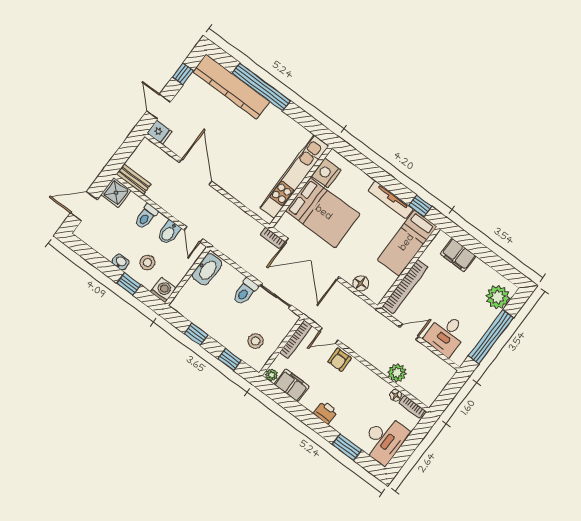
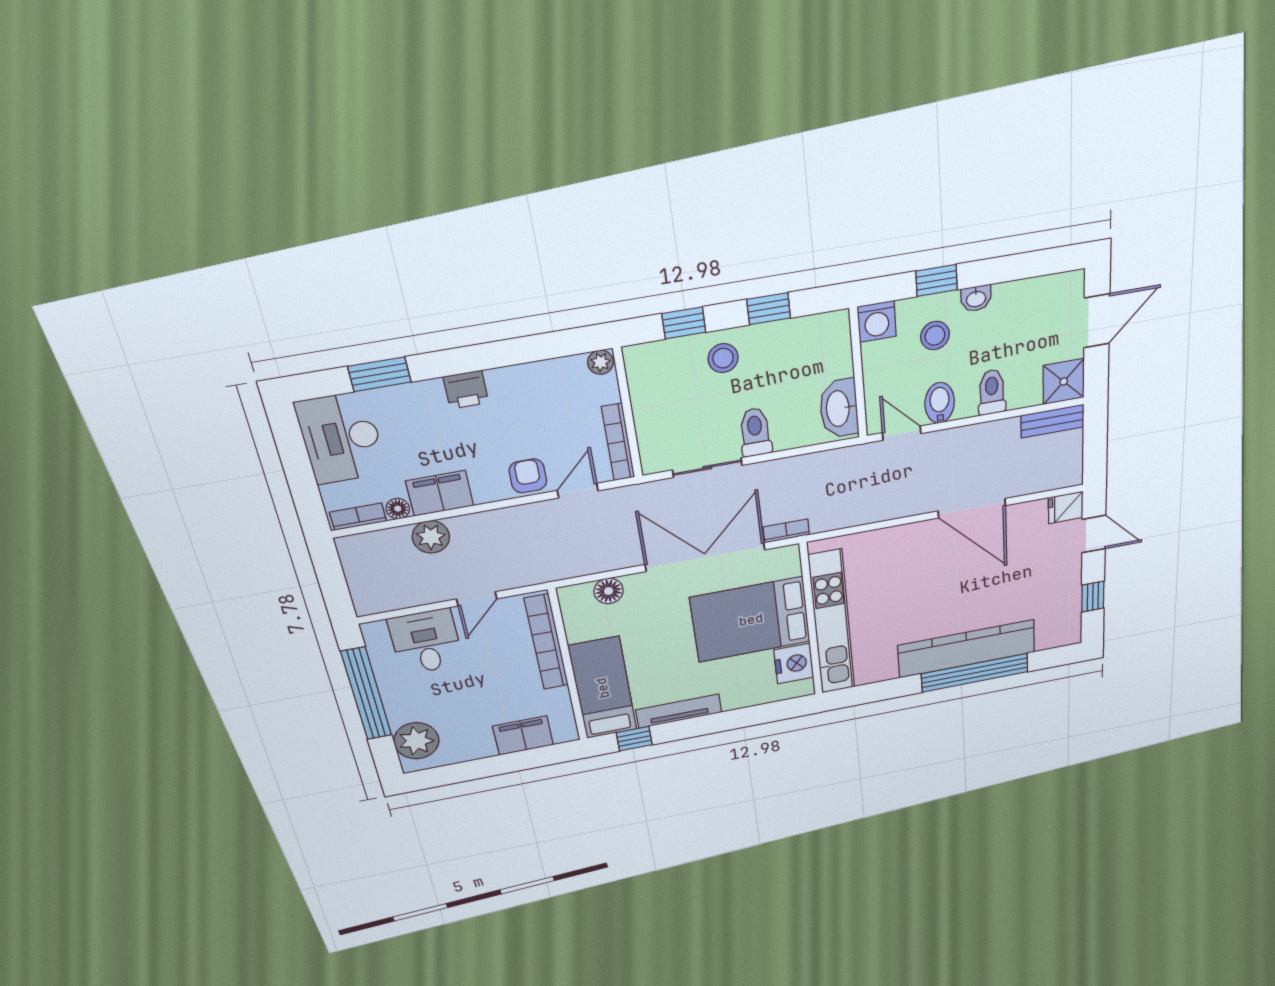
kitchen counter: (231, 87) -> (967, 649), moved
stool: (256, 341) -> (723, 358), moved
filing cabinet: (292, 385) -> (440, 493), moved, turned 180

